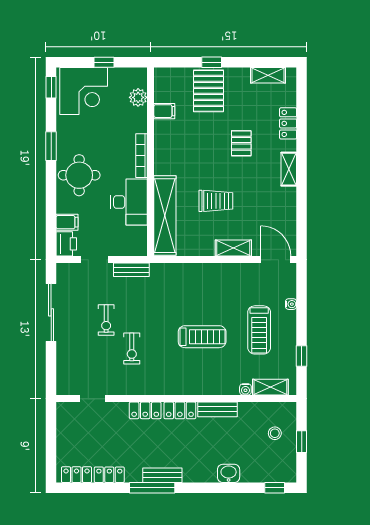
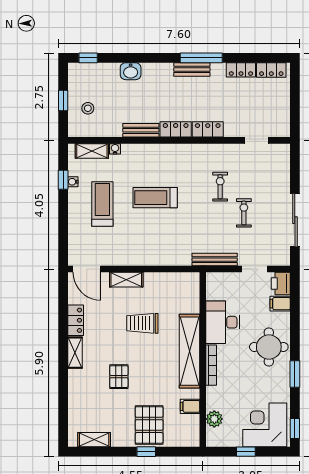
locker: (288, 123) -> (76, 320), moved
shelving: (165, 216) -> (190, 351), moved
bench: (131, 270) -> (215, 260), width x1.36
water cooler: (291, 304) -> (73, 182), moved

